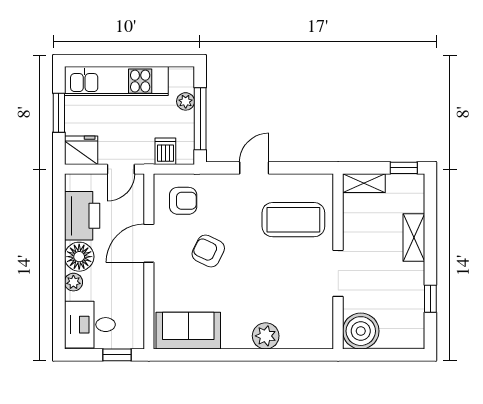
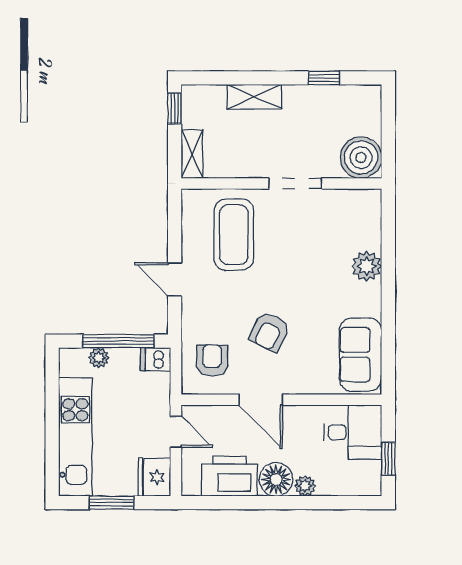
dishwasher: (165, 151) -> (156, 359), moved
desk: (90, 325) -> (353, 432), moved, turned -90
window: (117, 355) -> (388, 459), moved

